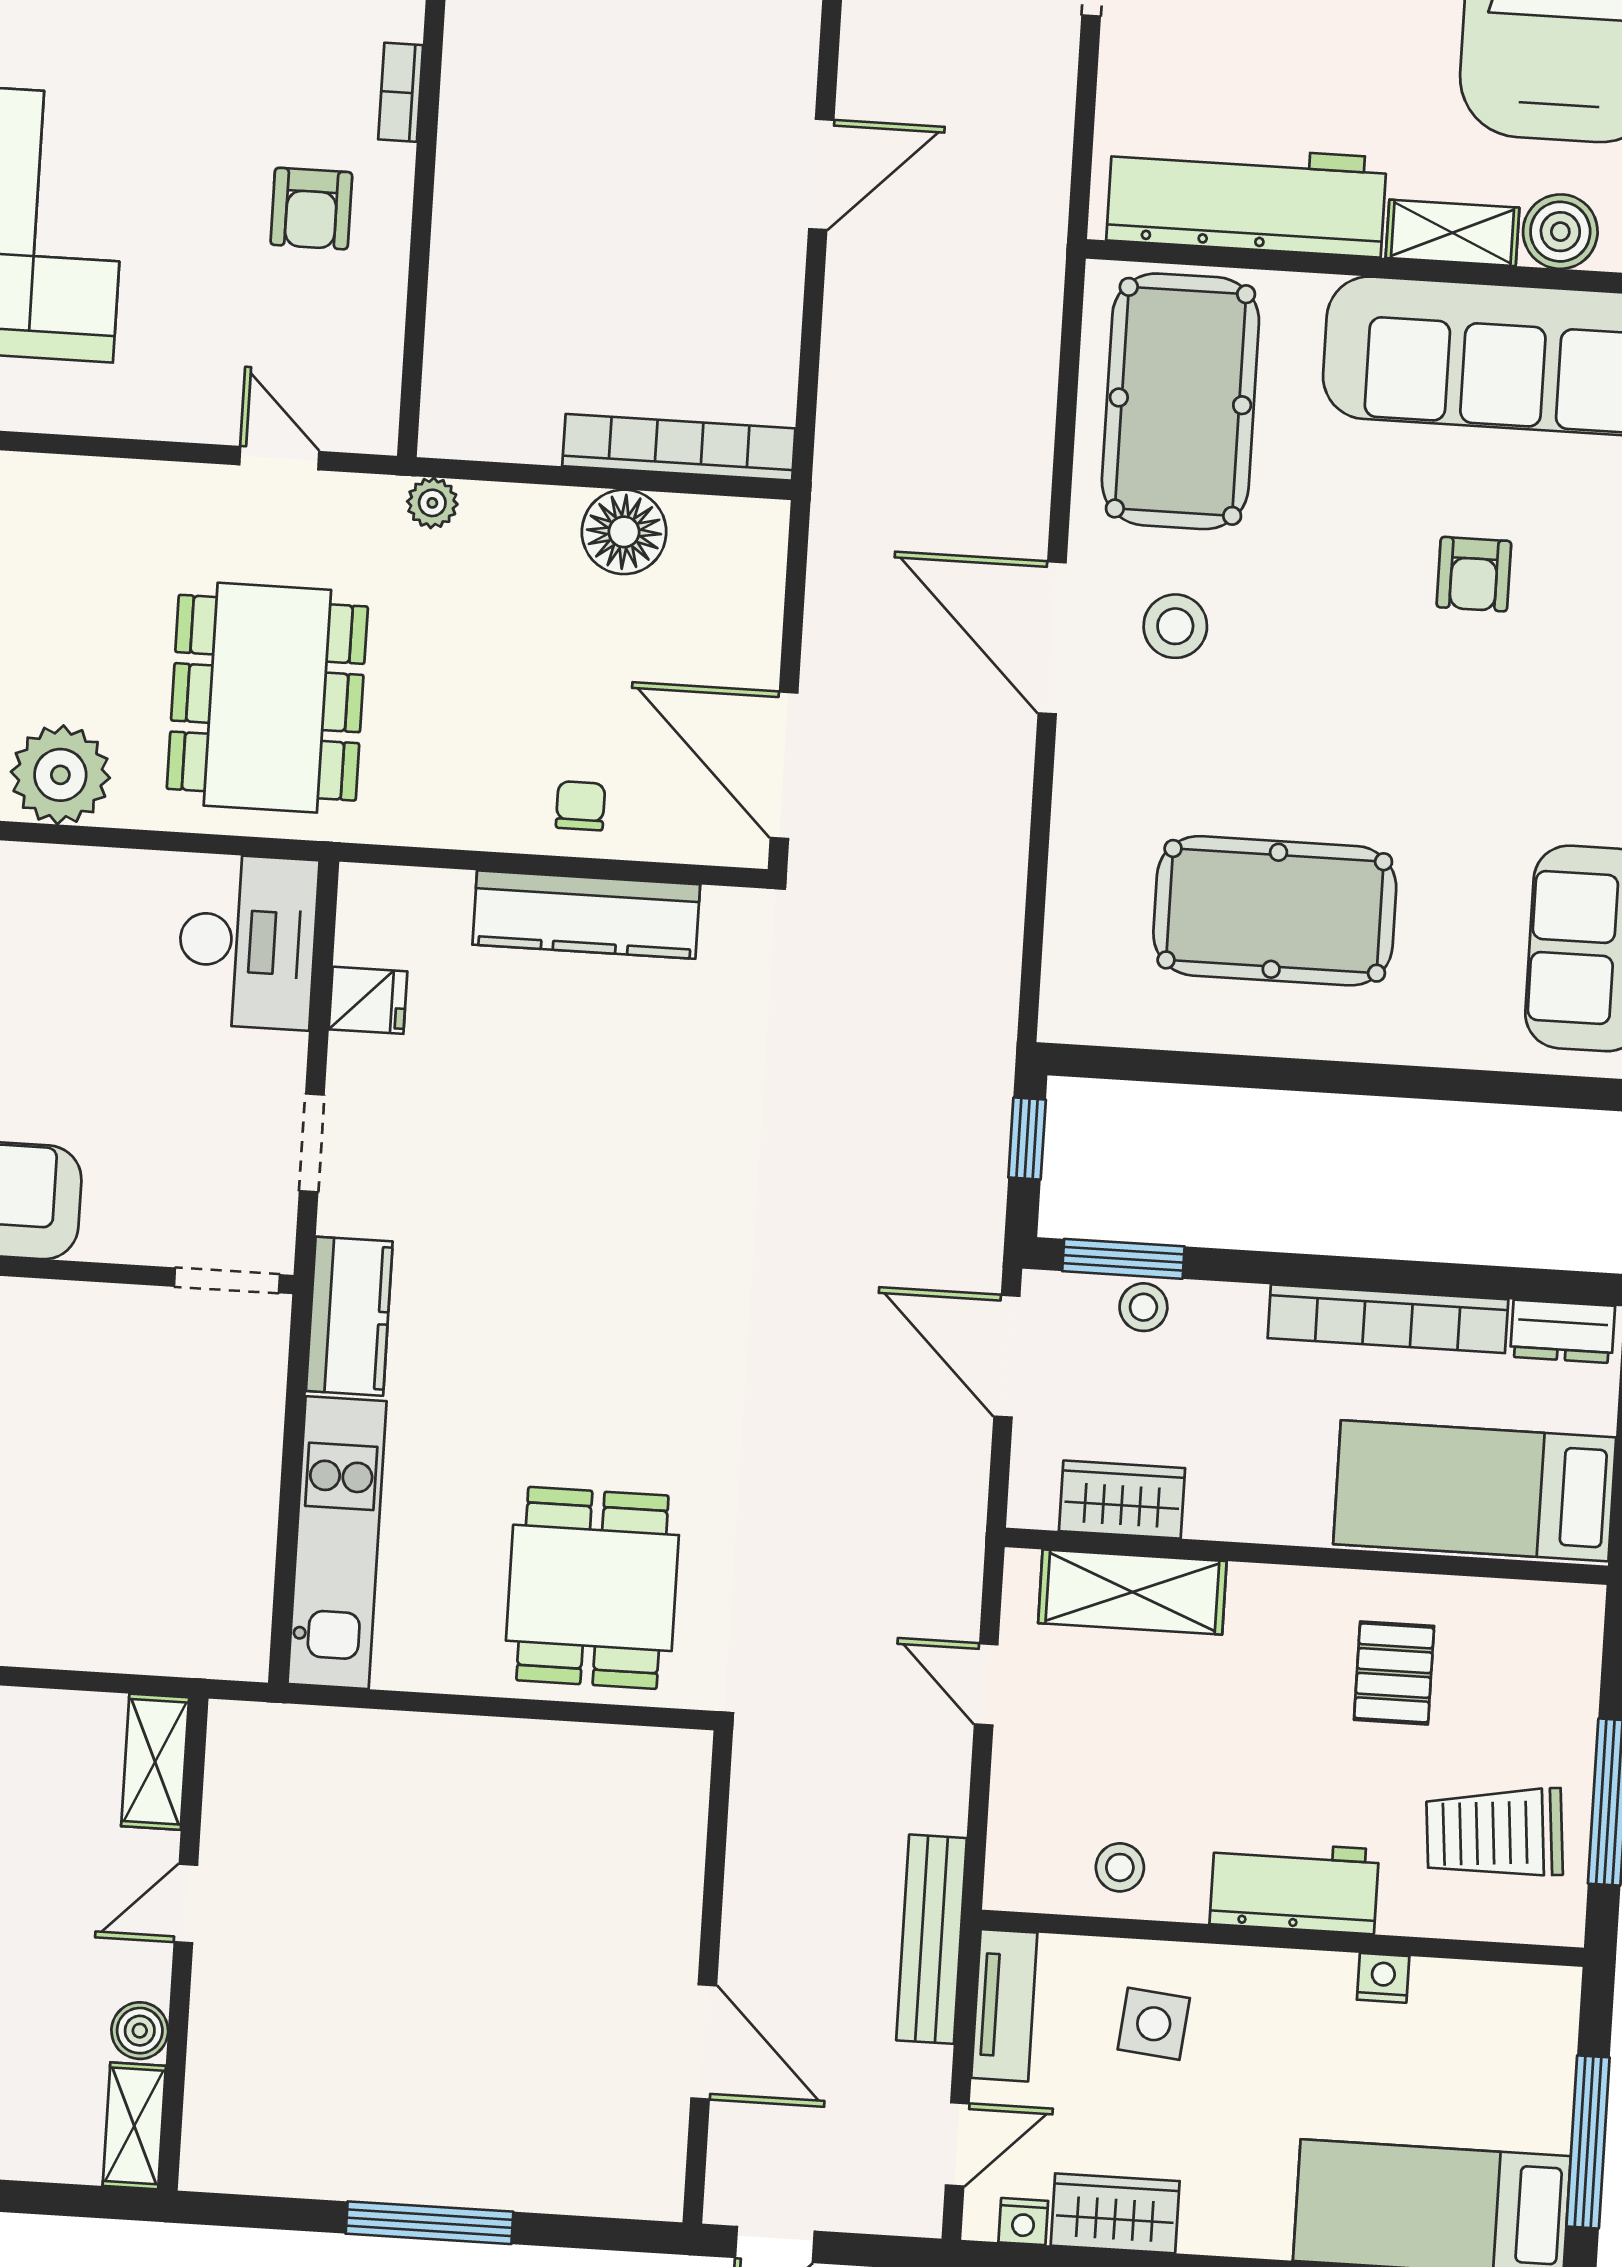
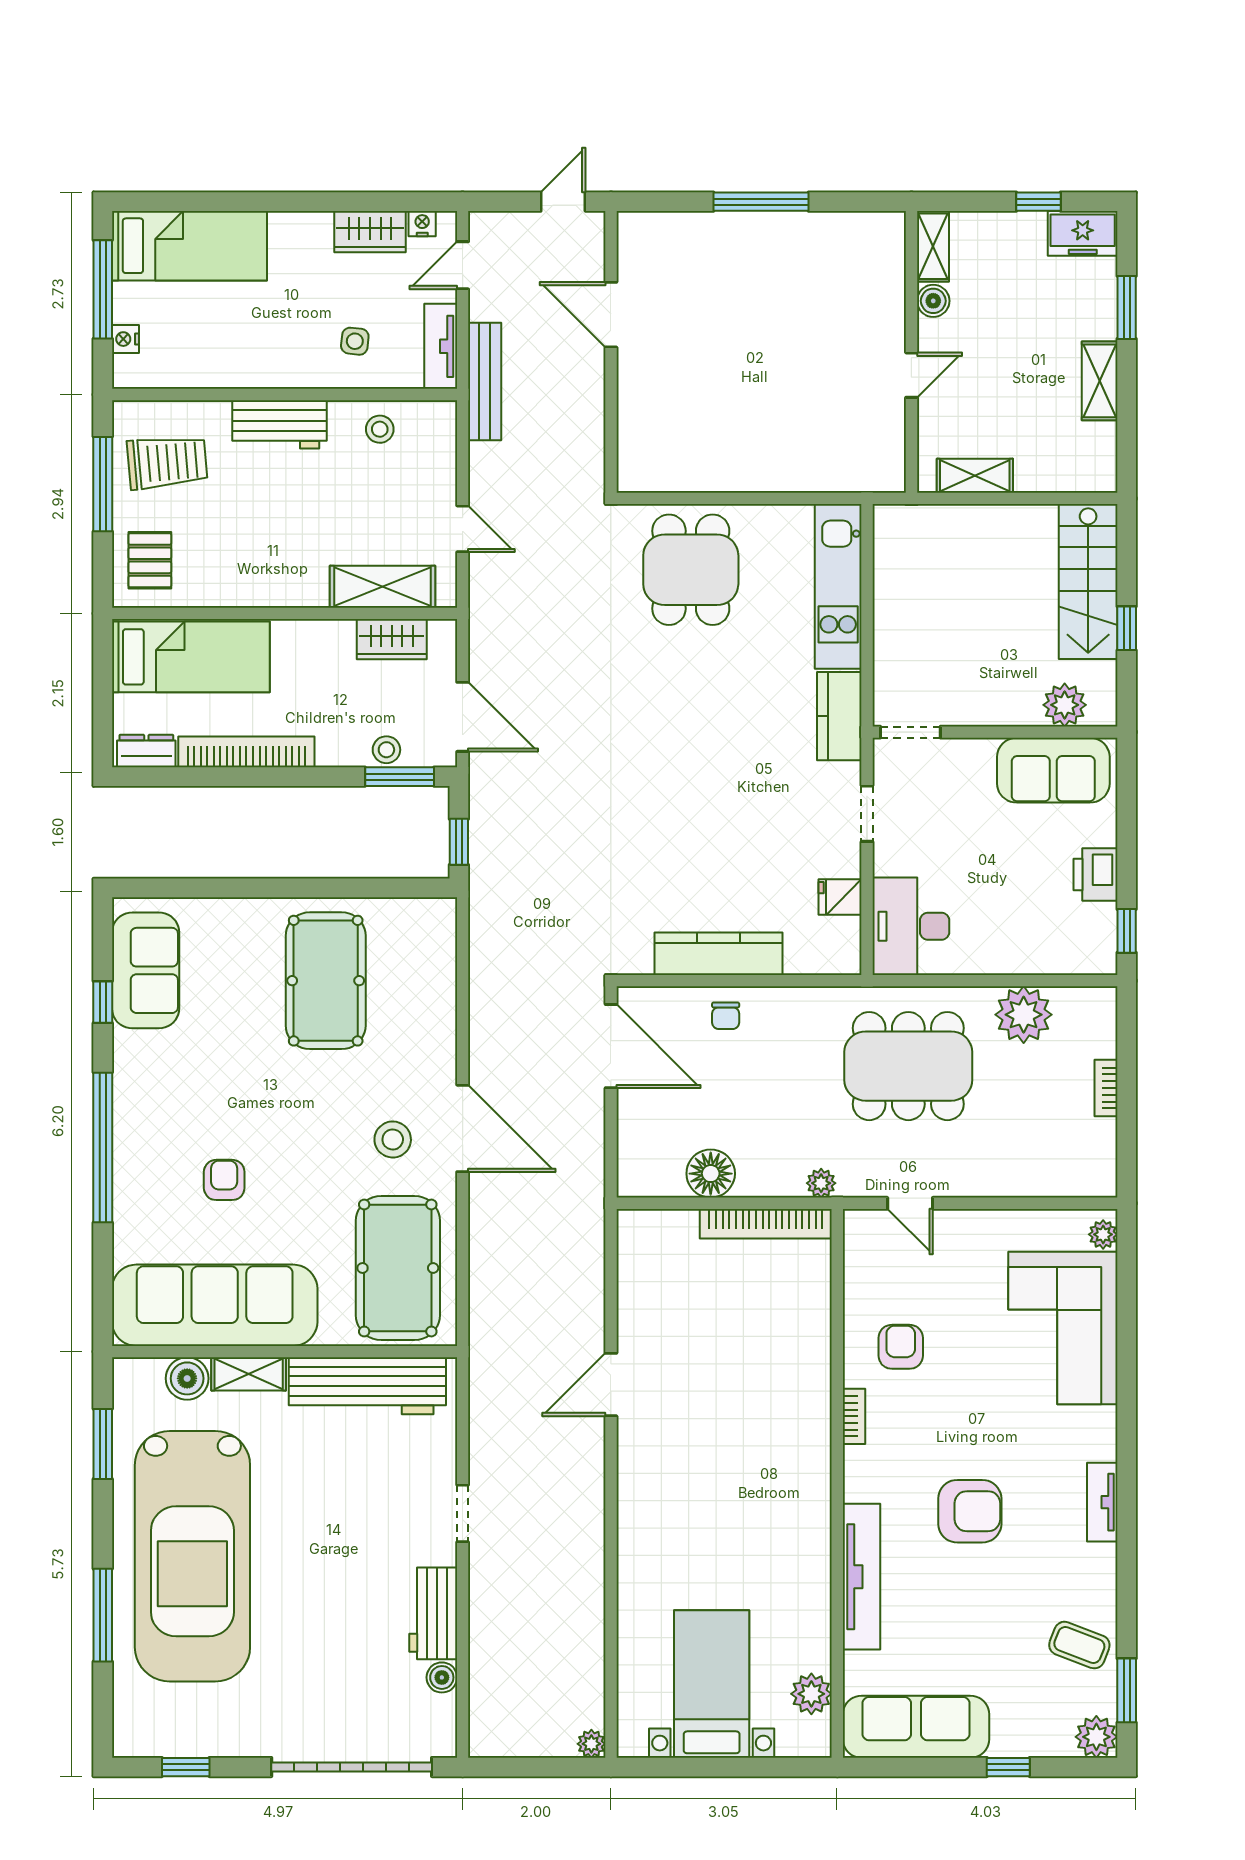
bookcase: (679, 447) -> (766, 1224), moved
dining table: (267, 698) -> (908, 1066), turned 90
pool table: (1275, 911) -> (326, 981), turned 90
pallet: (1394, 1673) -> (150, 560), moved
shelving: (155, 1762) -> (975, 476), moved, turned 90
nightstand: (1383, 1978) -> (125, 339), moved, turned 90
side table: (1154, 2024) -> (355, 341), width x0.73, depth x0.73

